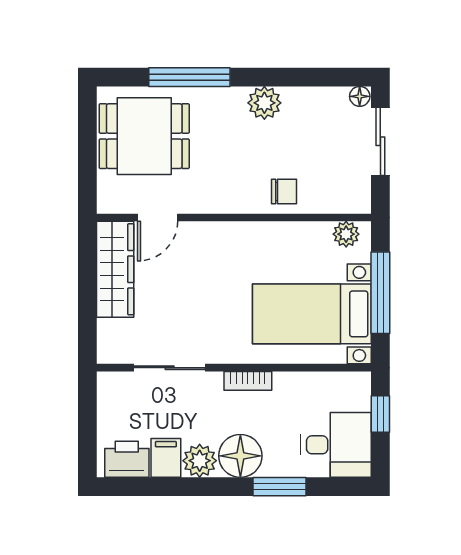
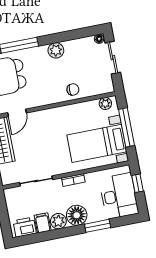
desk: (336, 445) -> (119, 196), width x1.37

